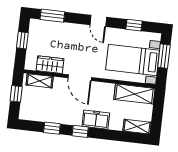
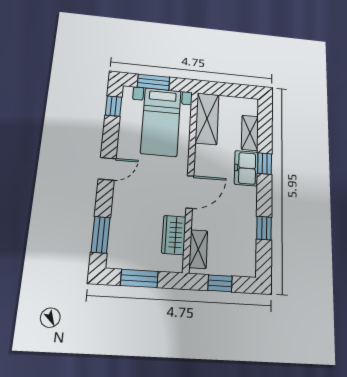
window: (134, 25) -> (114, 106), moved
window: (22, 40) -> (139, 278), width x1.50
shelving: (137, 127) -> (250, 133), moved
window: (80, 131) -> (265, 164), moved

